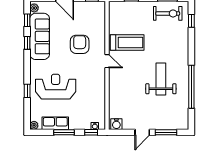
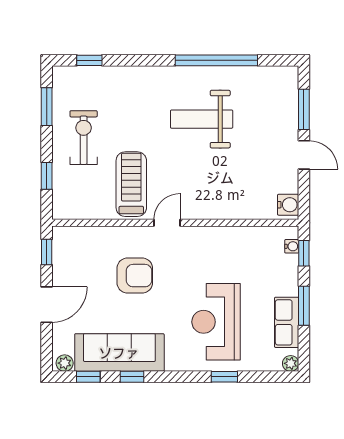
exercise bike: (168, 13) -> (84, 138), moved
armchair: (80, 44) -> (135, 276), turned 180

